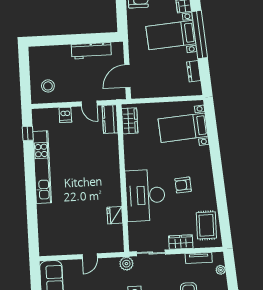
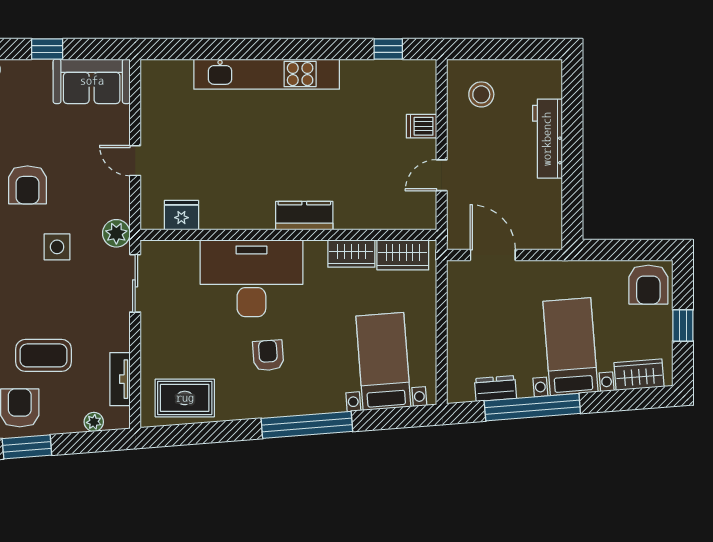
window: (200, 35) -> (532, 407), moved
workbench: (91, 51) -> (547, 139), moved
kitchen counter: (110, 119) -> (304, 216), moved
window: (217, 164) -> (307, 425), added
kitchen unit: (42, 167) -> (267, 74), moved
fridge: (115, 215) -> (181, 215), moved
wardrobe: (181, 242) -> (351, 254), moved, turned 90

